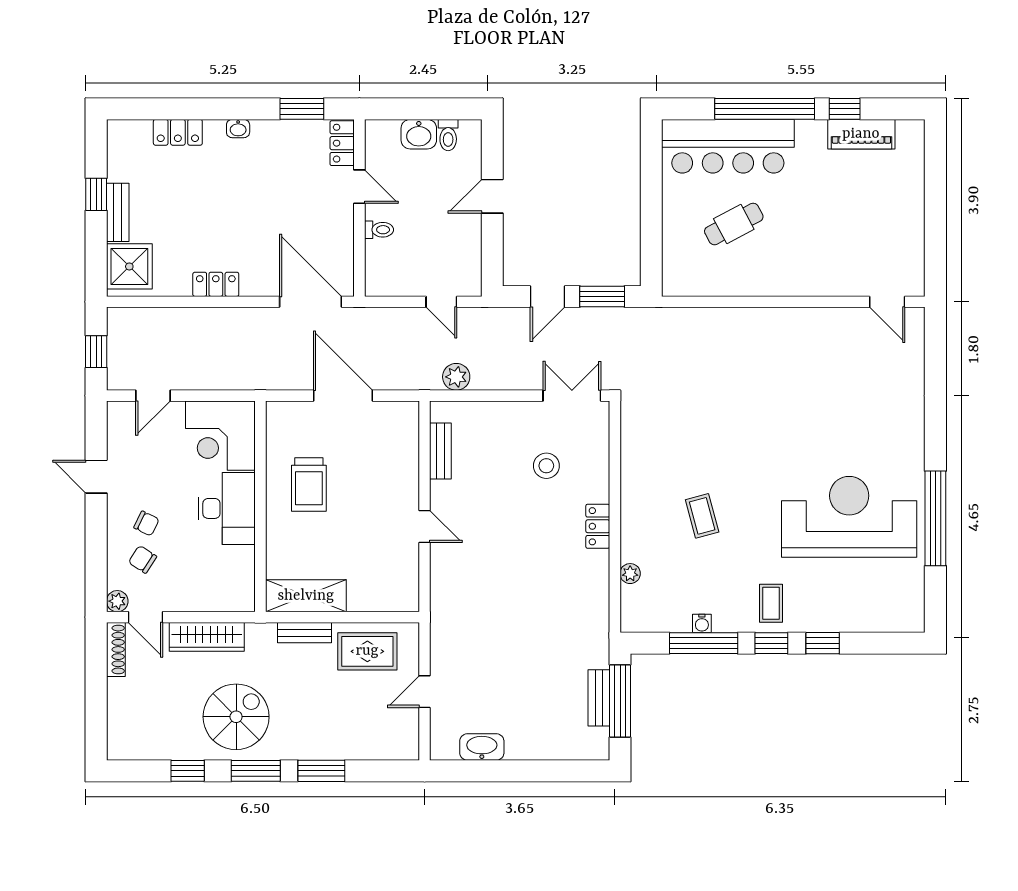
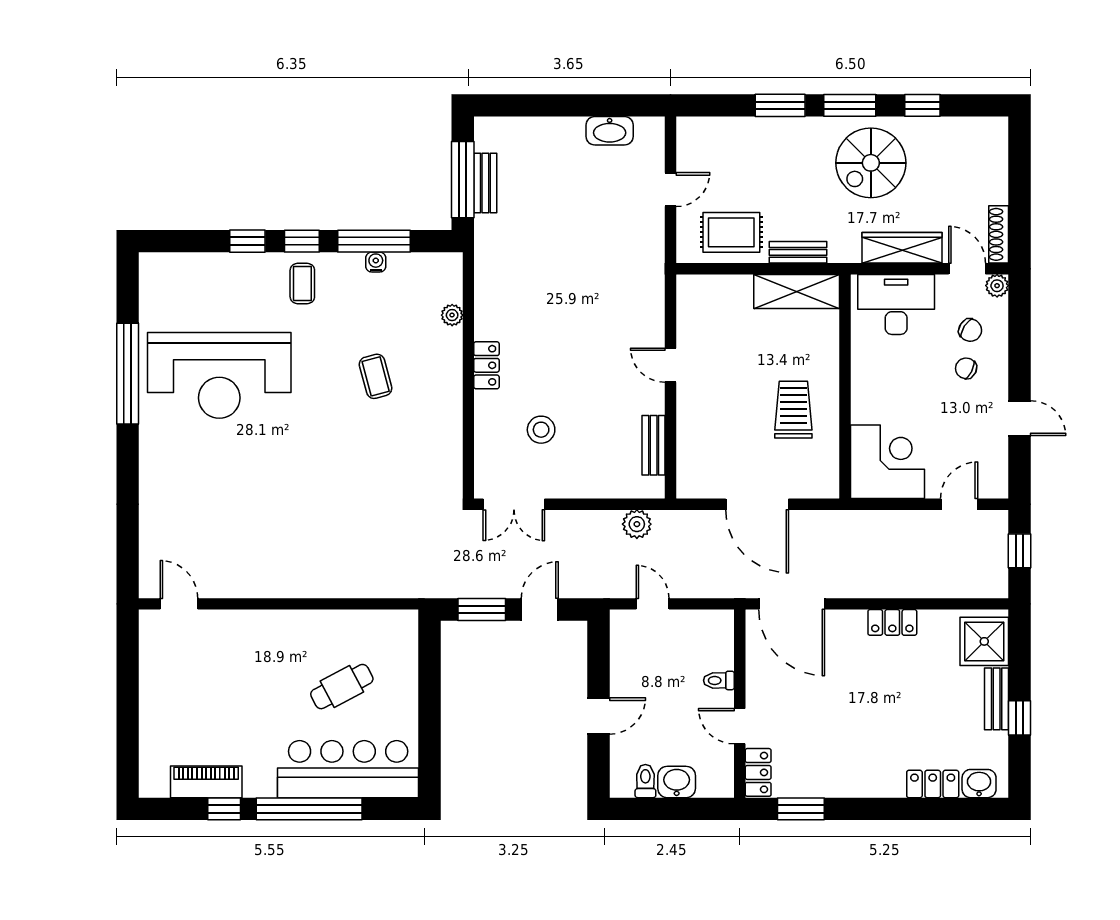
washbasin: (238, 129) -> (979, 784), moved, width x1.38, depth x1.45
desk: (227, 508) -> (896, 304), moved, turned 90

